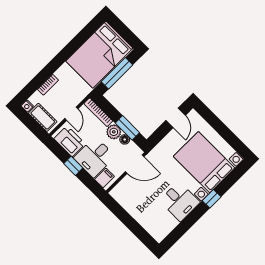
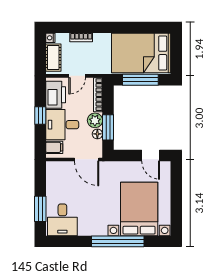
door: (176, 118) -> (151, 156), hinge flipped
window: (212, 199) -> (118, 241), width x3.17
desk: (180, 201) -> (62, 220), moved
window: (137, 229) -> (40, 209), added

